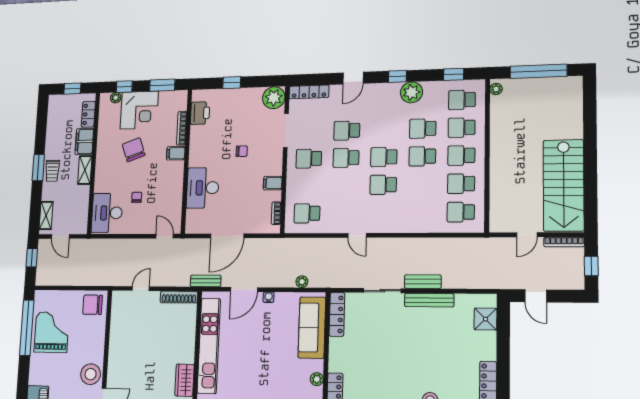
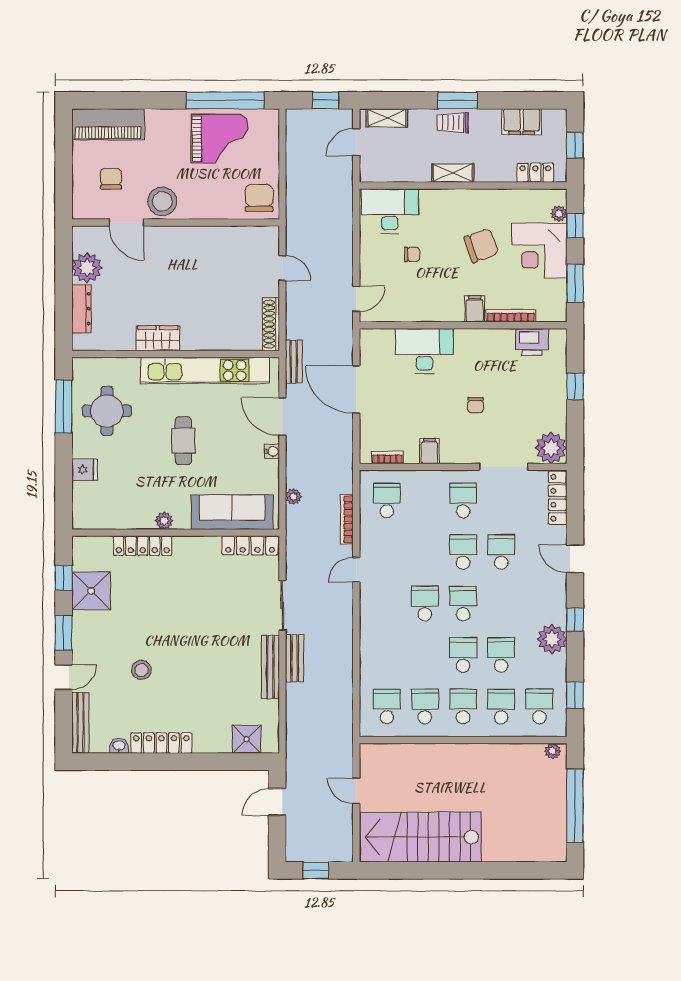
filing cabinet: (84, 141) -> (522, 122), moved, turned 180
bookcase: (564, 242) -> (347, 519), moved
cafe table: (258, 363) -> (183, 441), added

